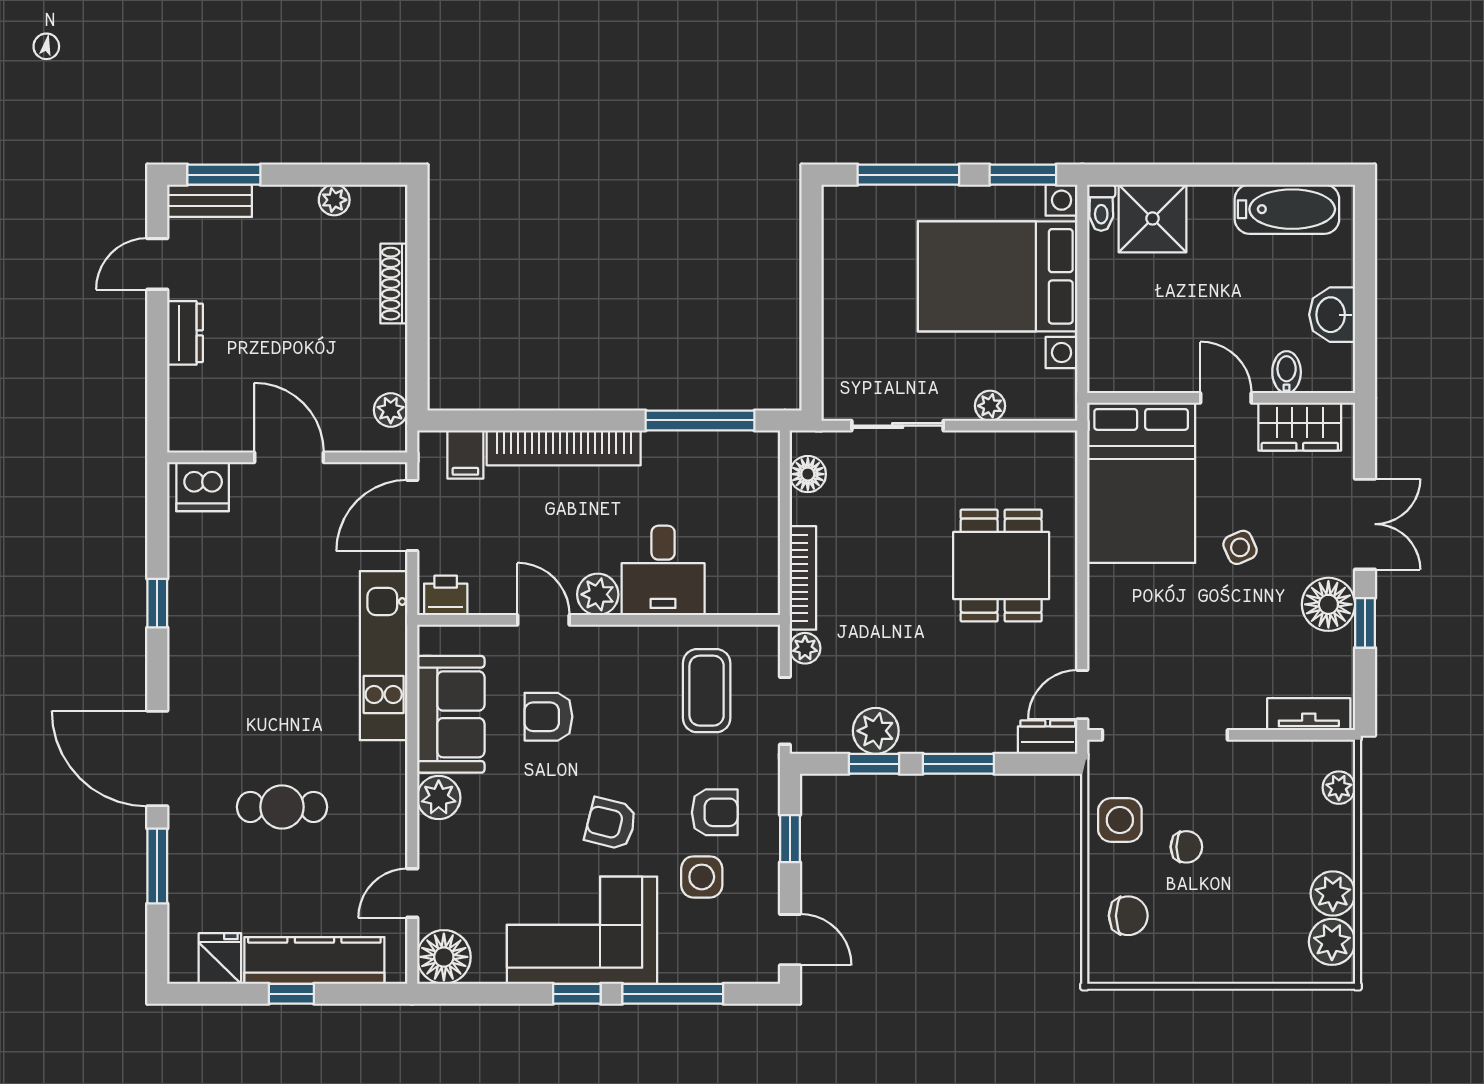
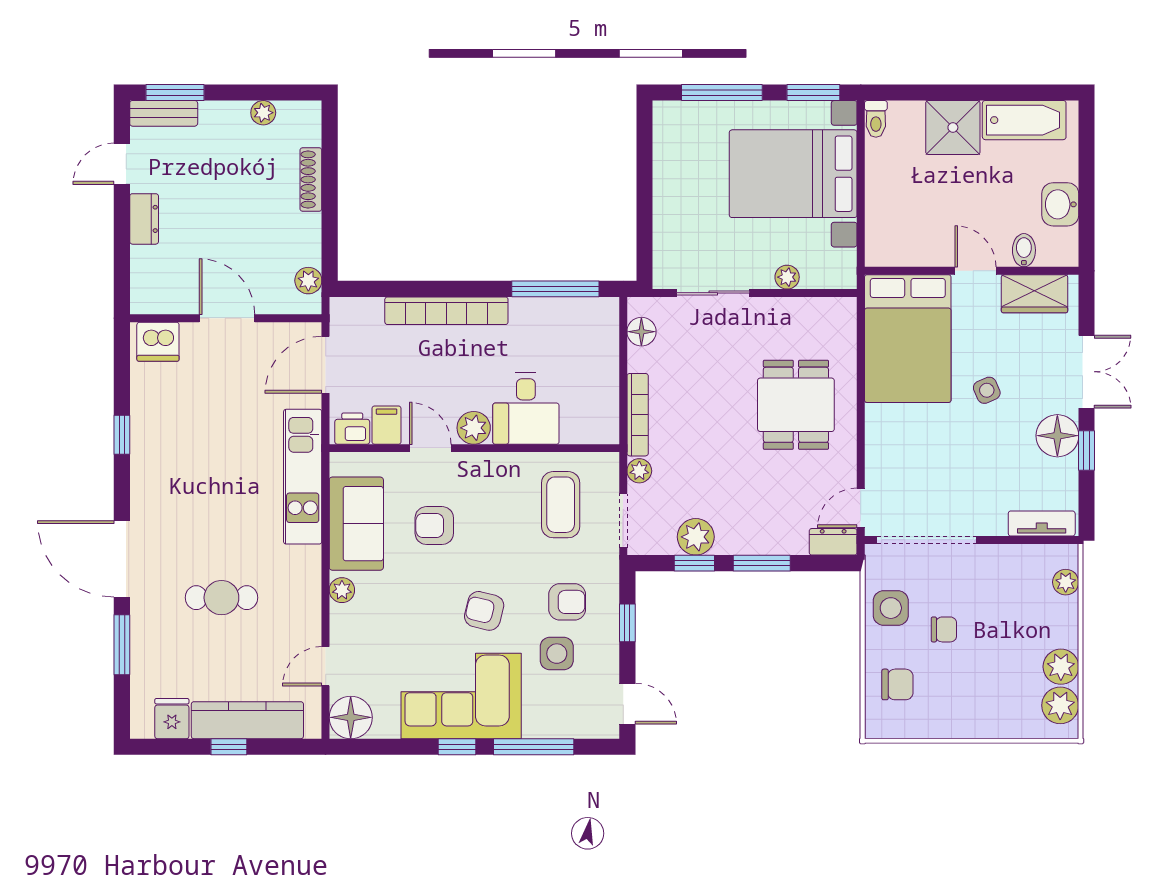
shower: (1153, 218) -> (953, 127), moved
filing cabinet: (465, 454) -> (387, 425), moved, turned 180
plant: (439, 798) -> (342, 590), width x0.73, depth x0.73

